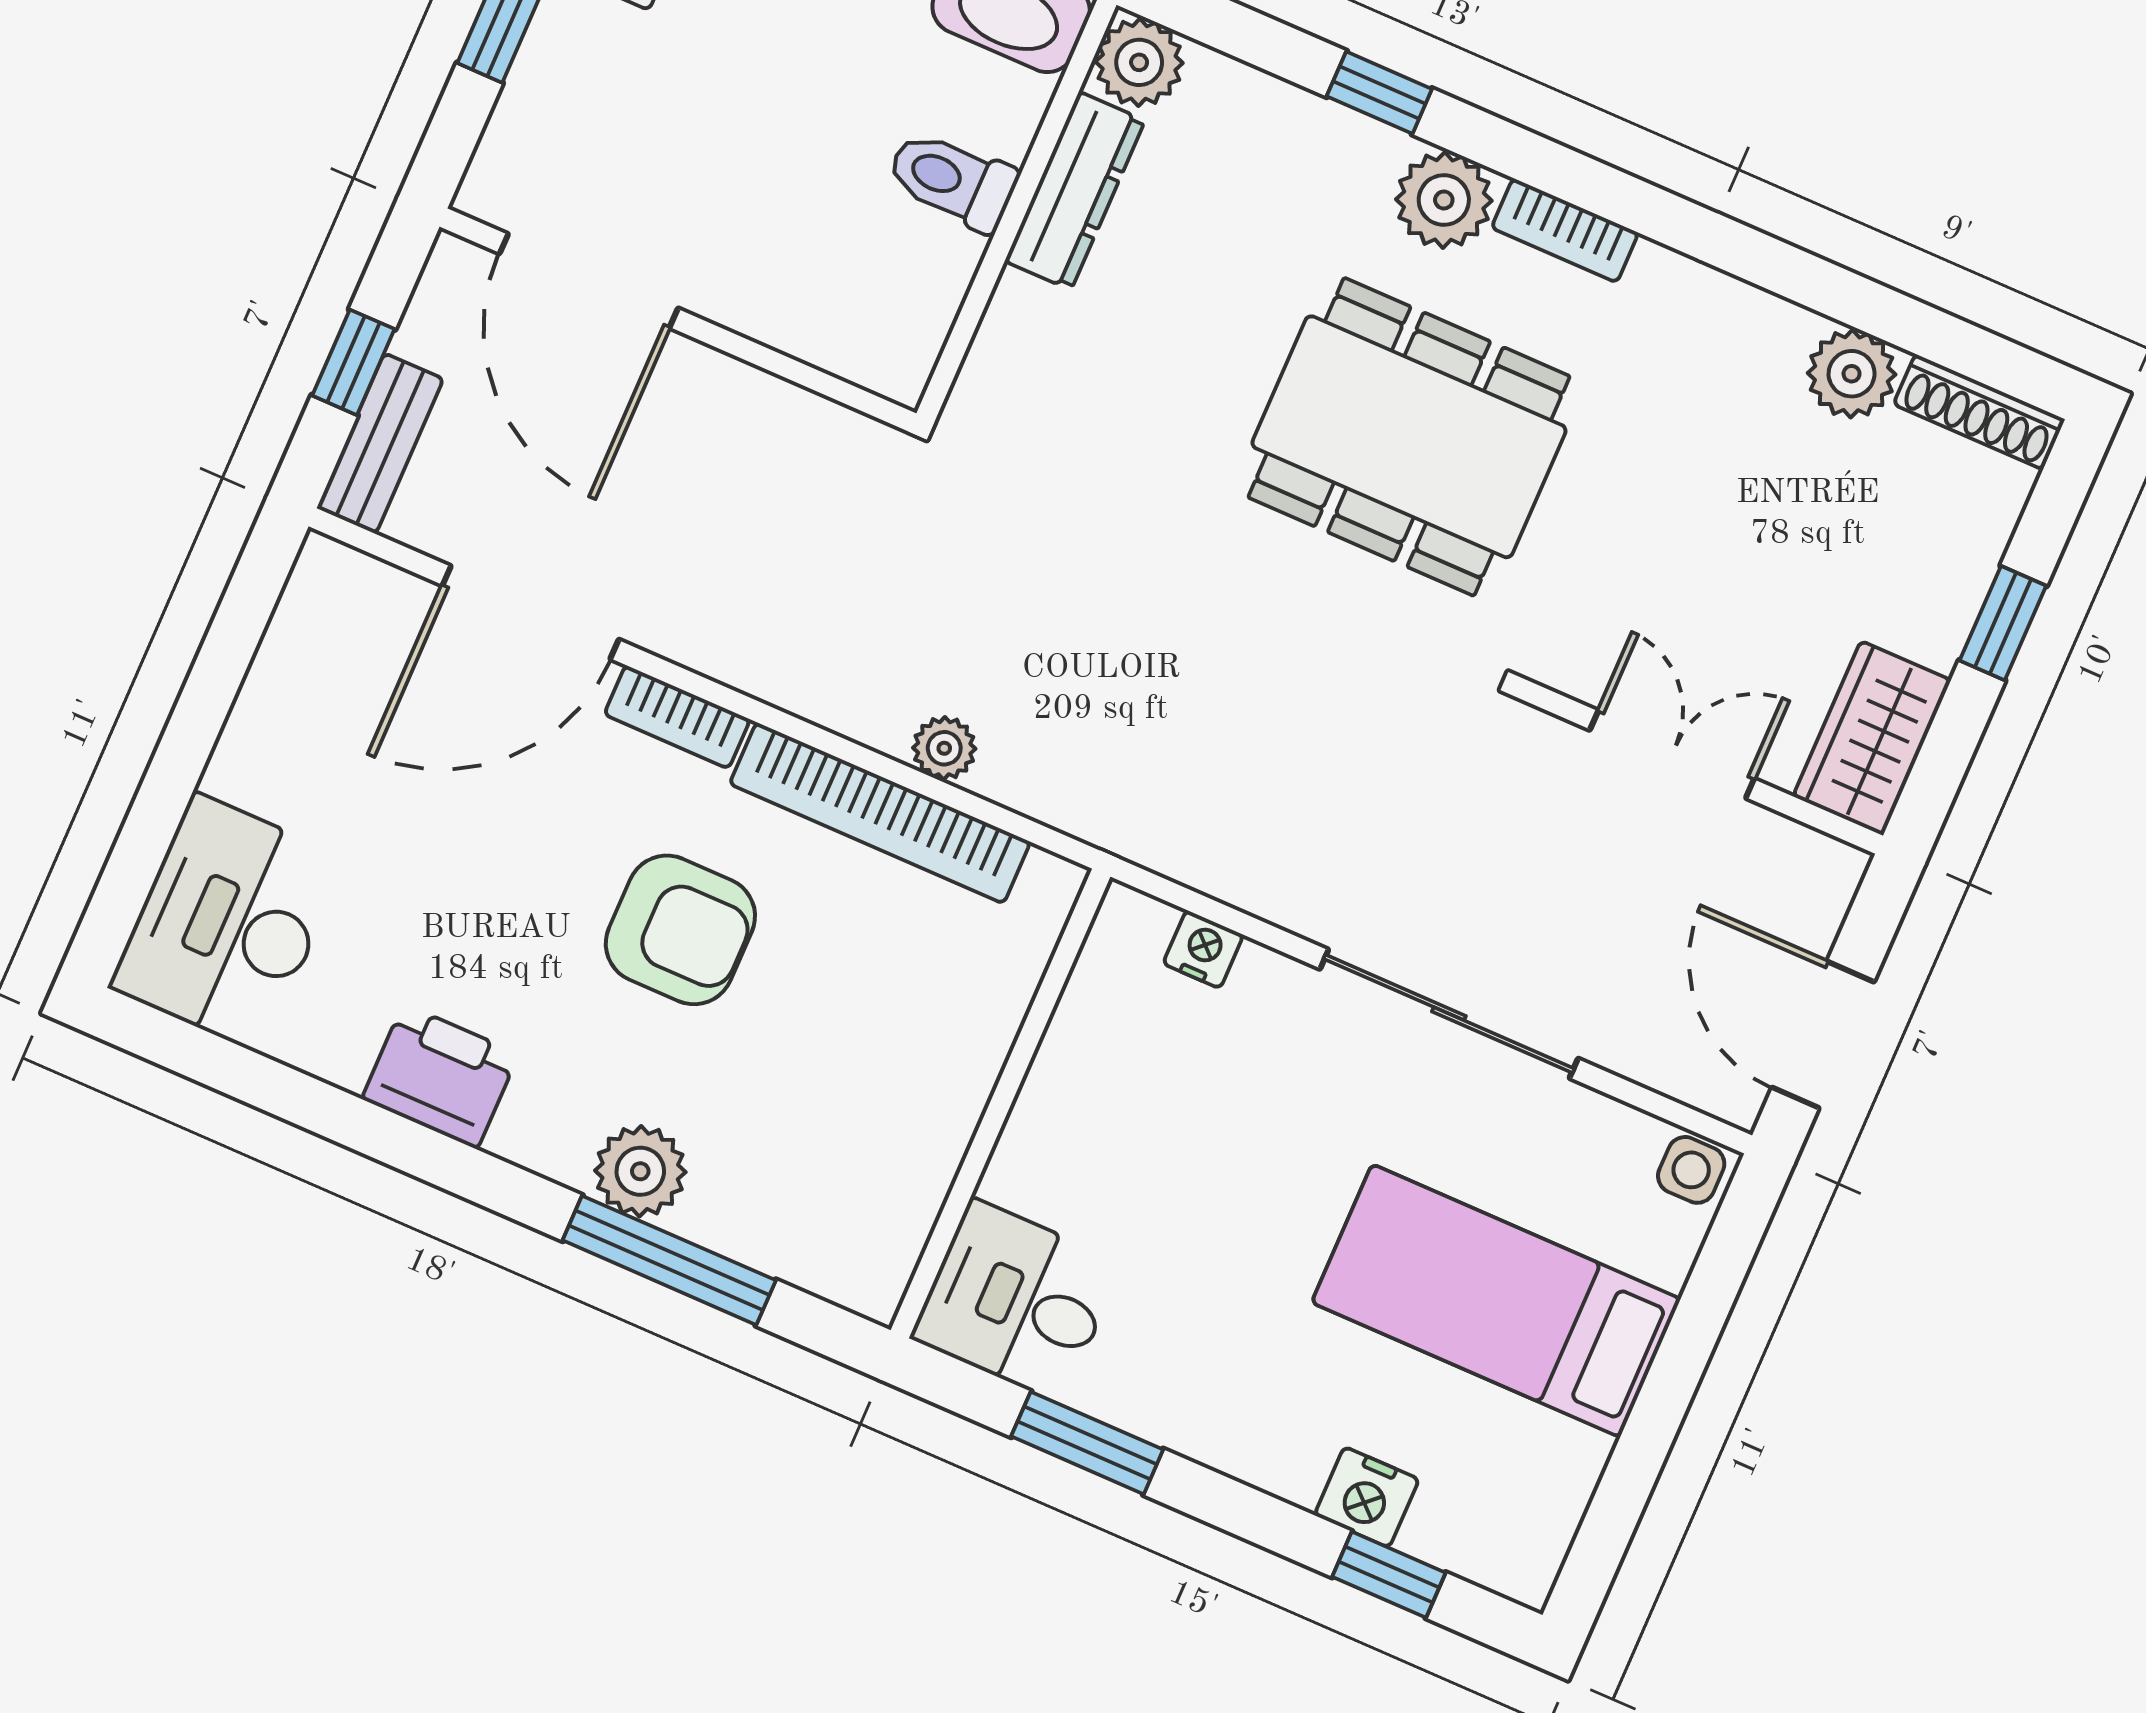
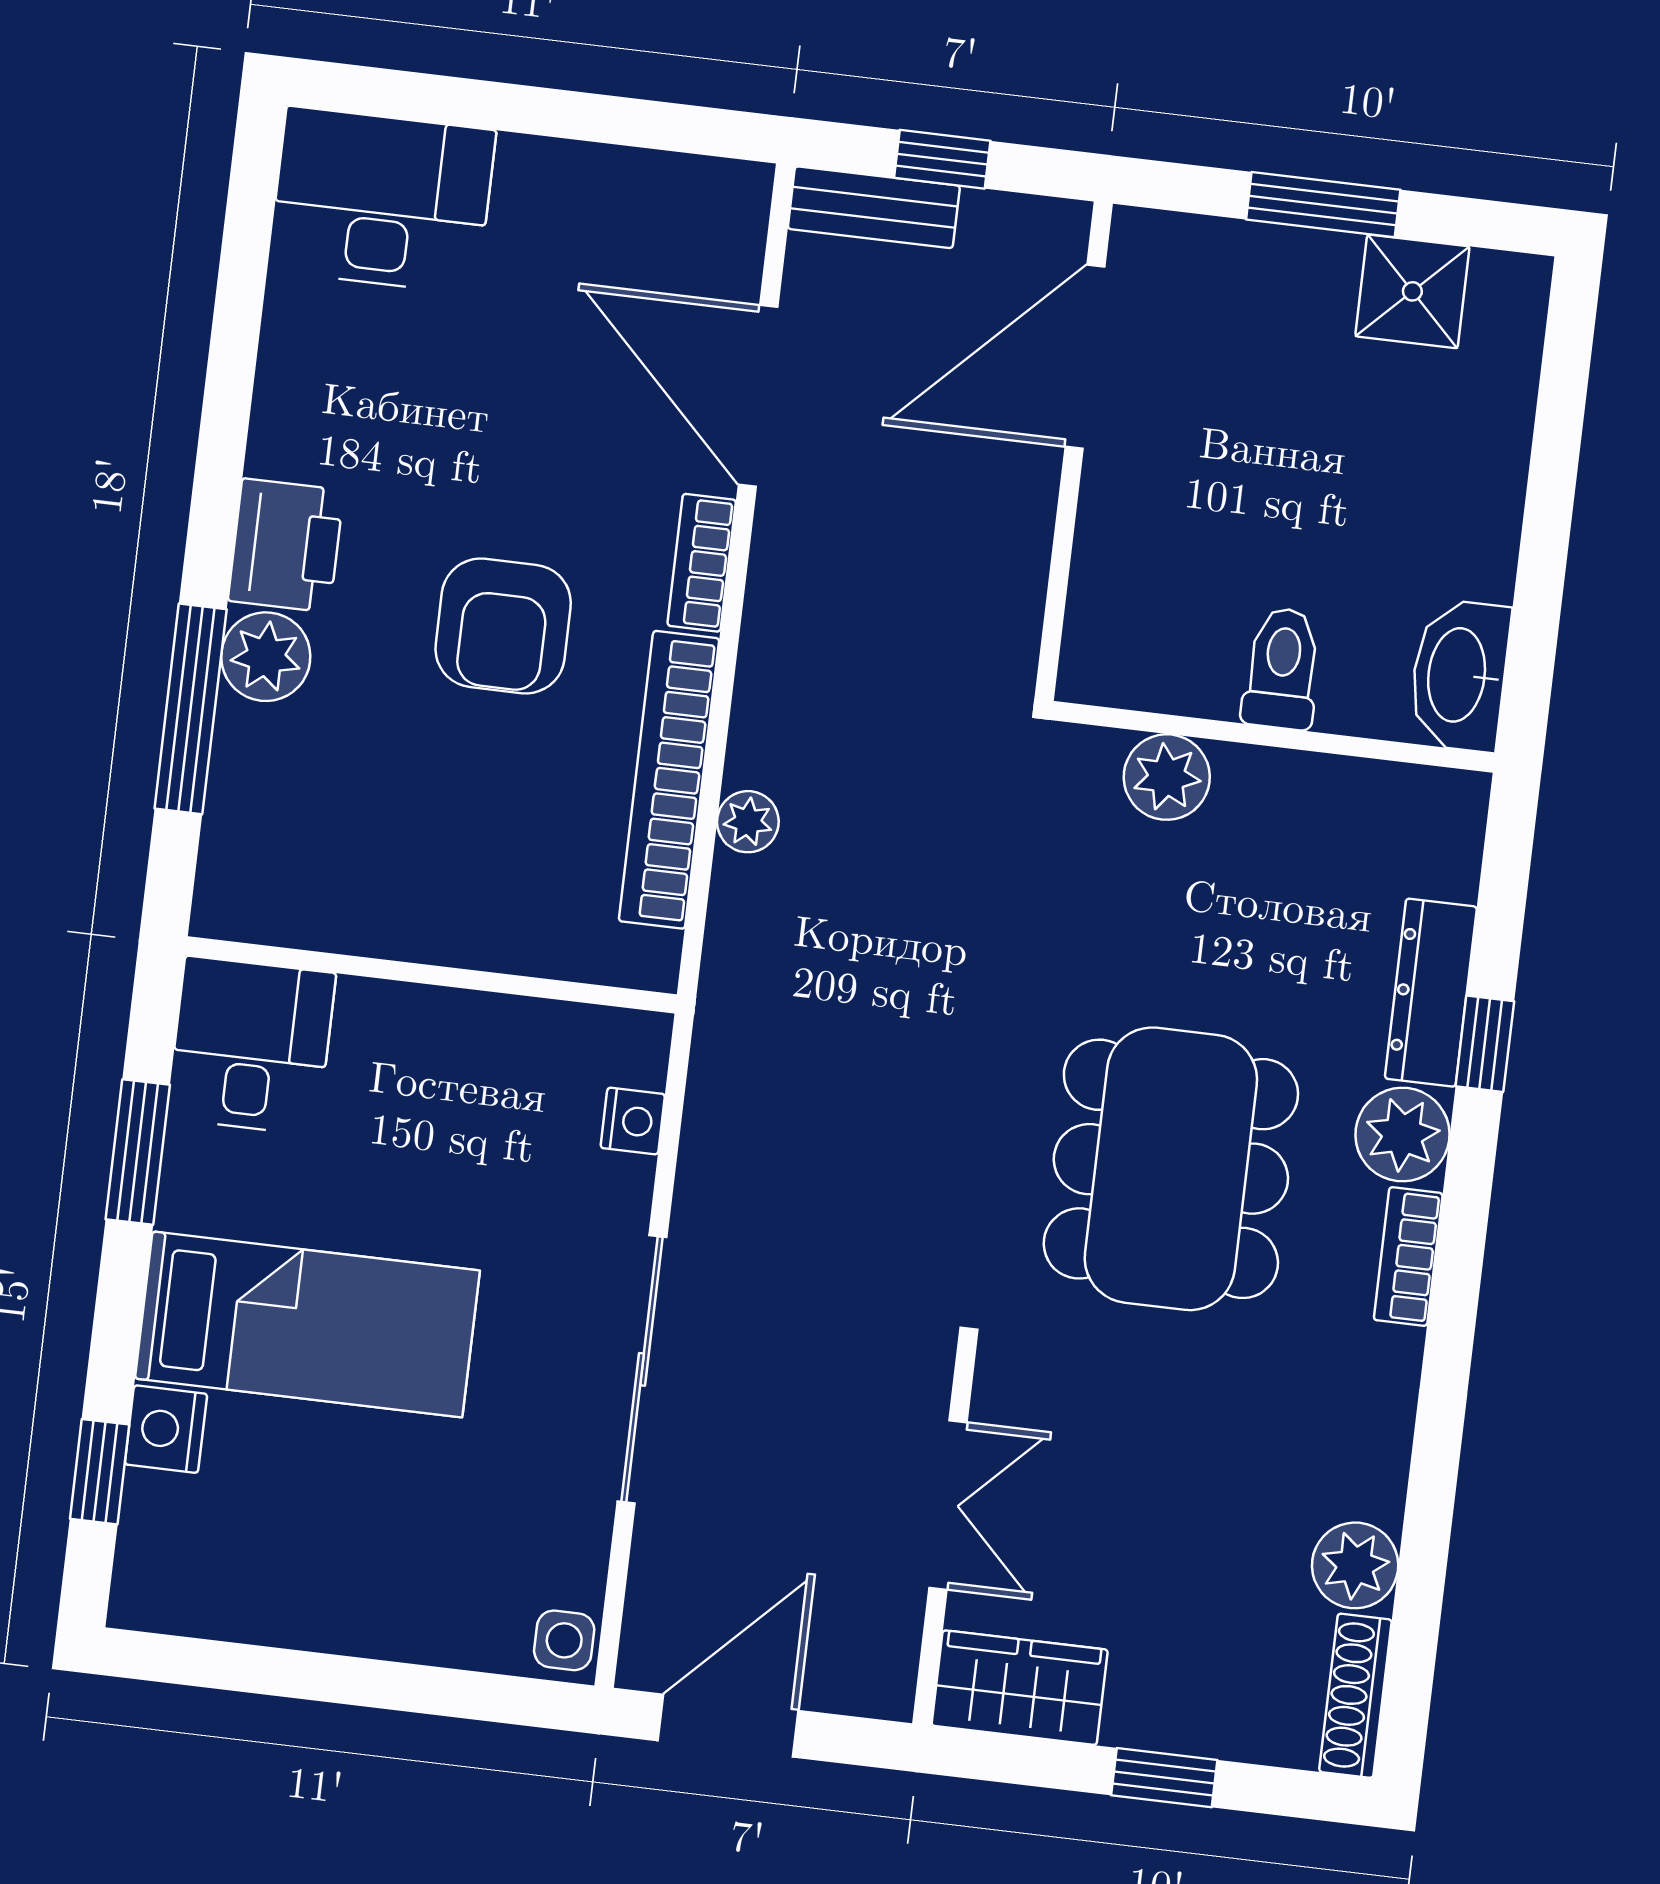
plant: (1139, 62) -> (1167, 777), moved
dresser: (1075, 191) -> (1431, 993), moved, turned 90
printer: (440, 1076) -> (286, 545), moved
bed: (1496, 1301) -> (307, 1324), moved, turned 90

